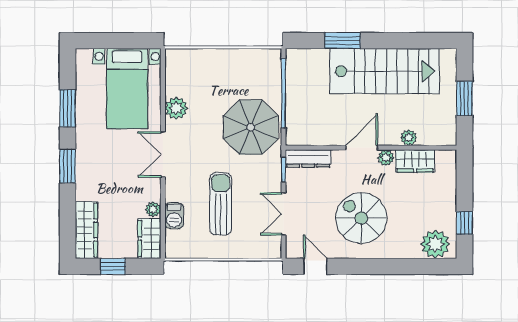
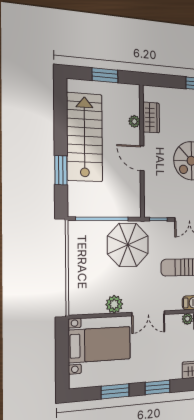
dresser: (308, 158) -> (150, 200), removed
plant: (386, 158) -> (149, 140), removed

